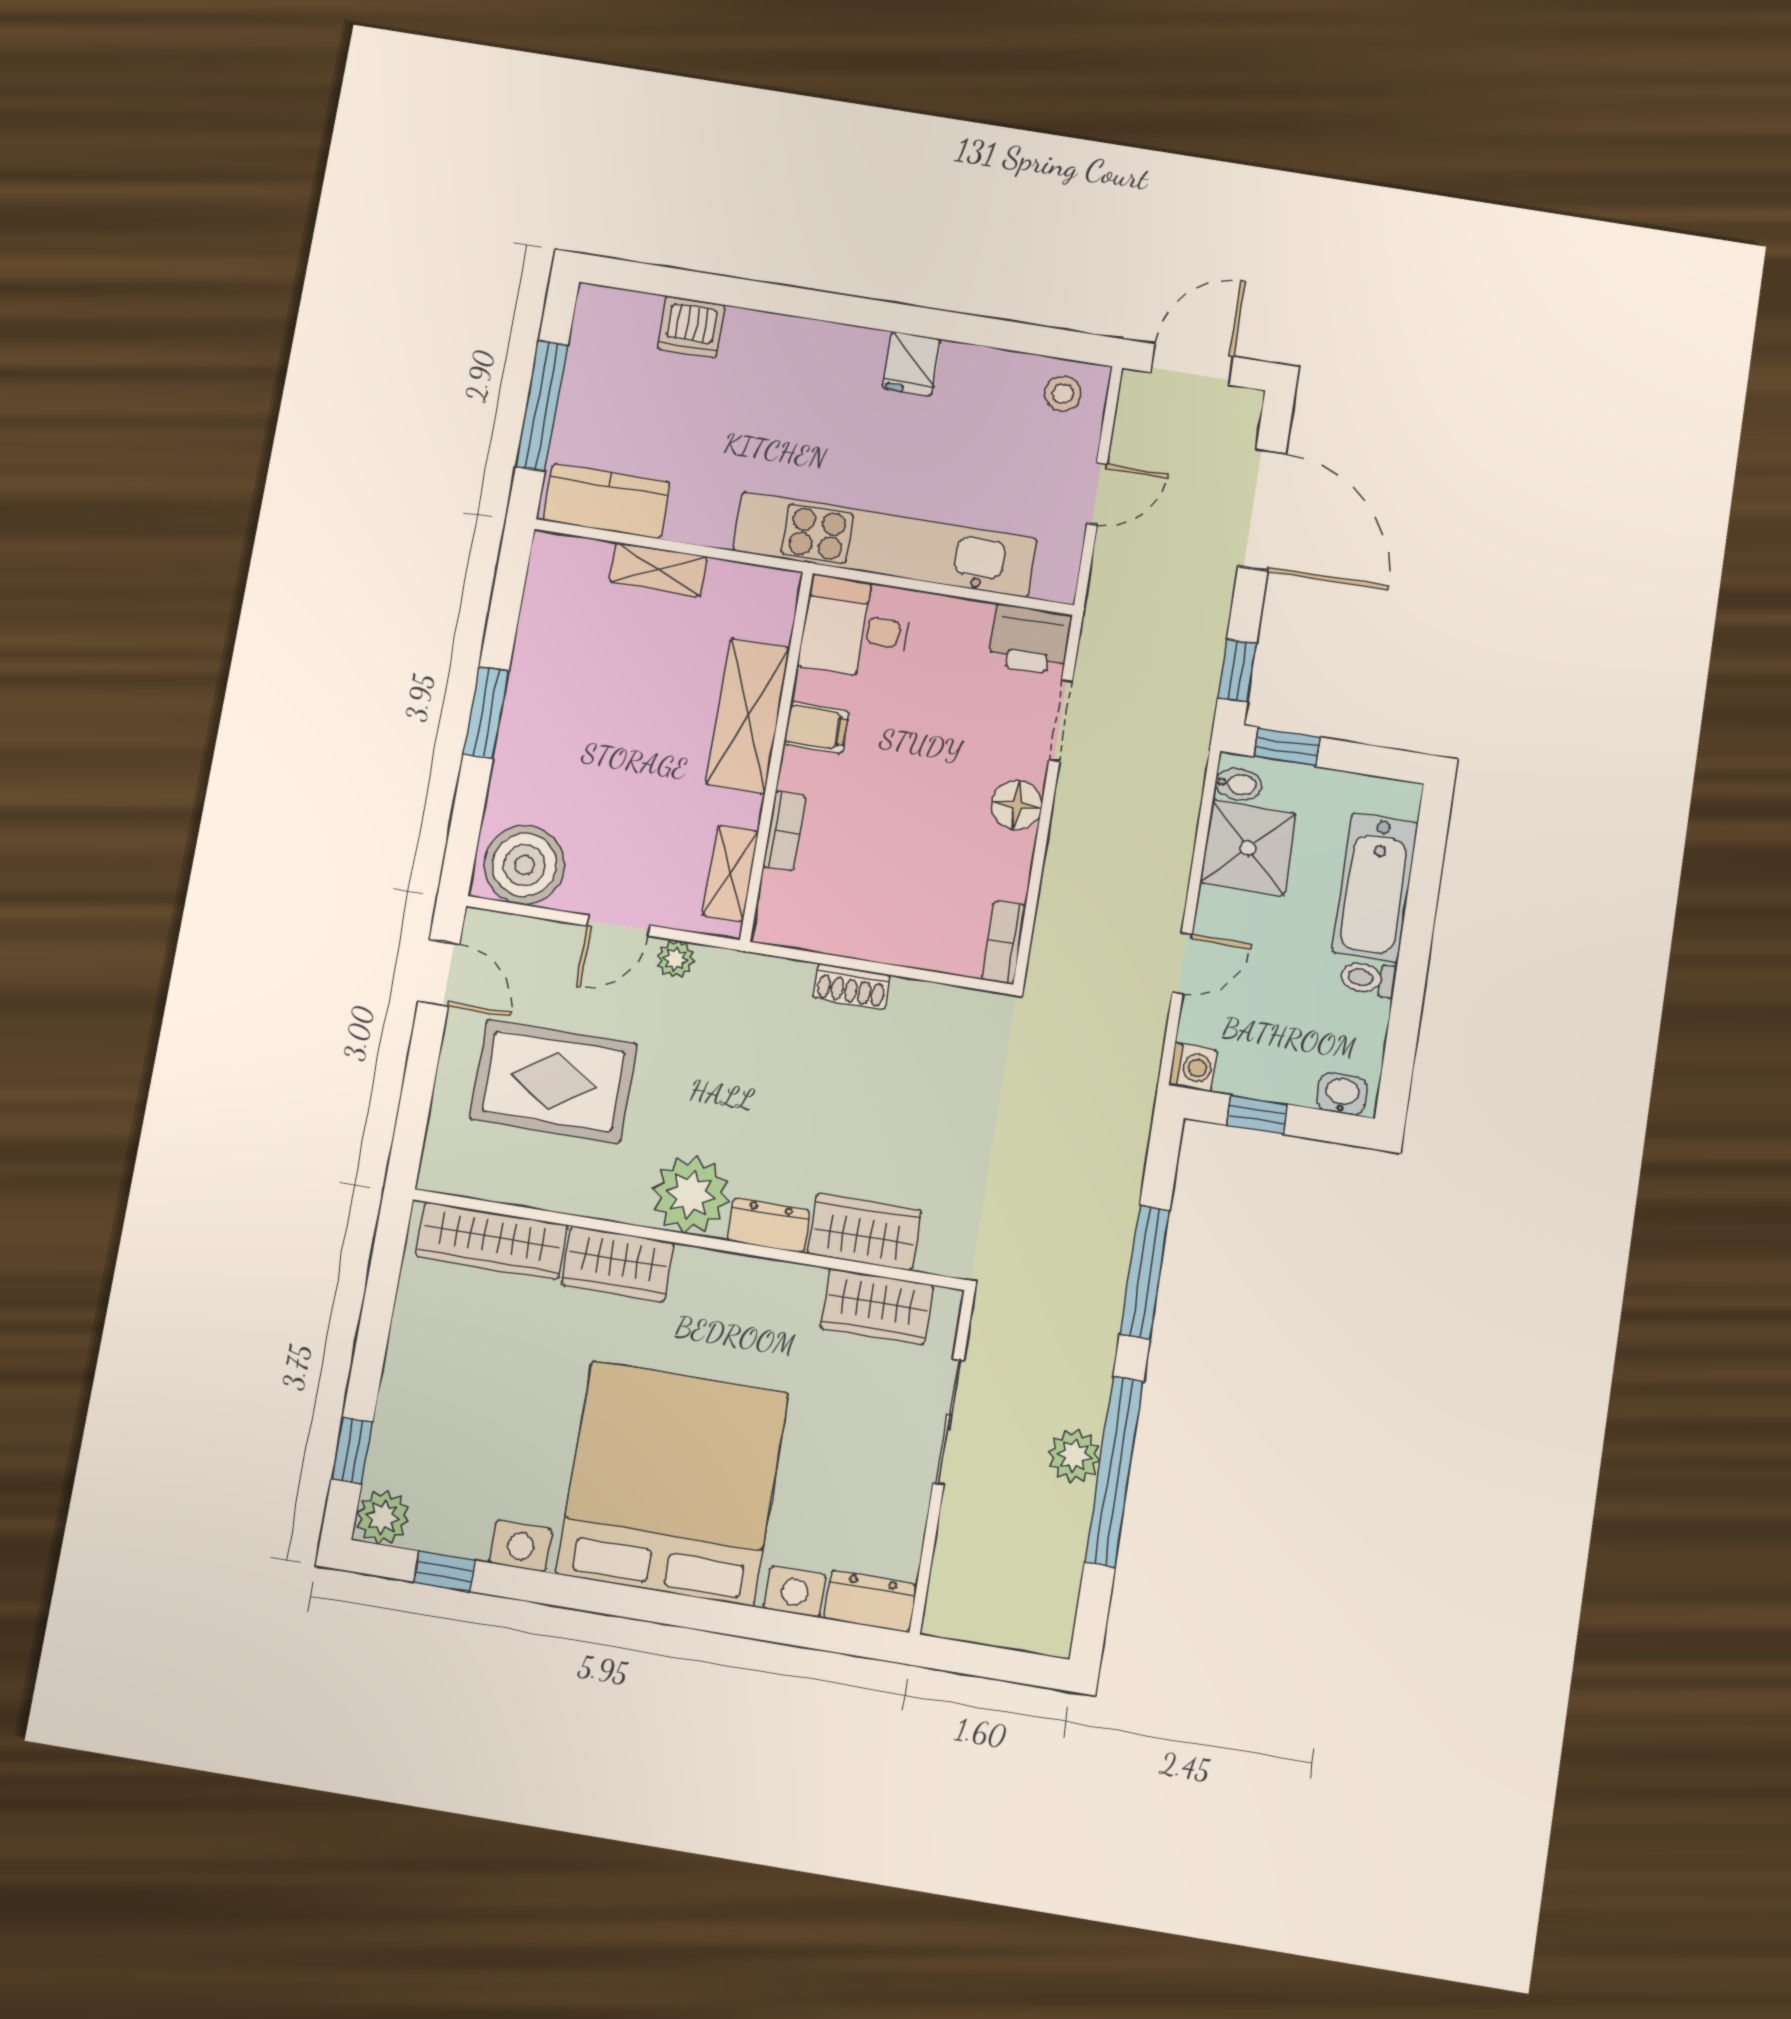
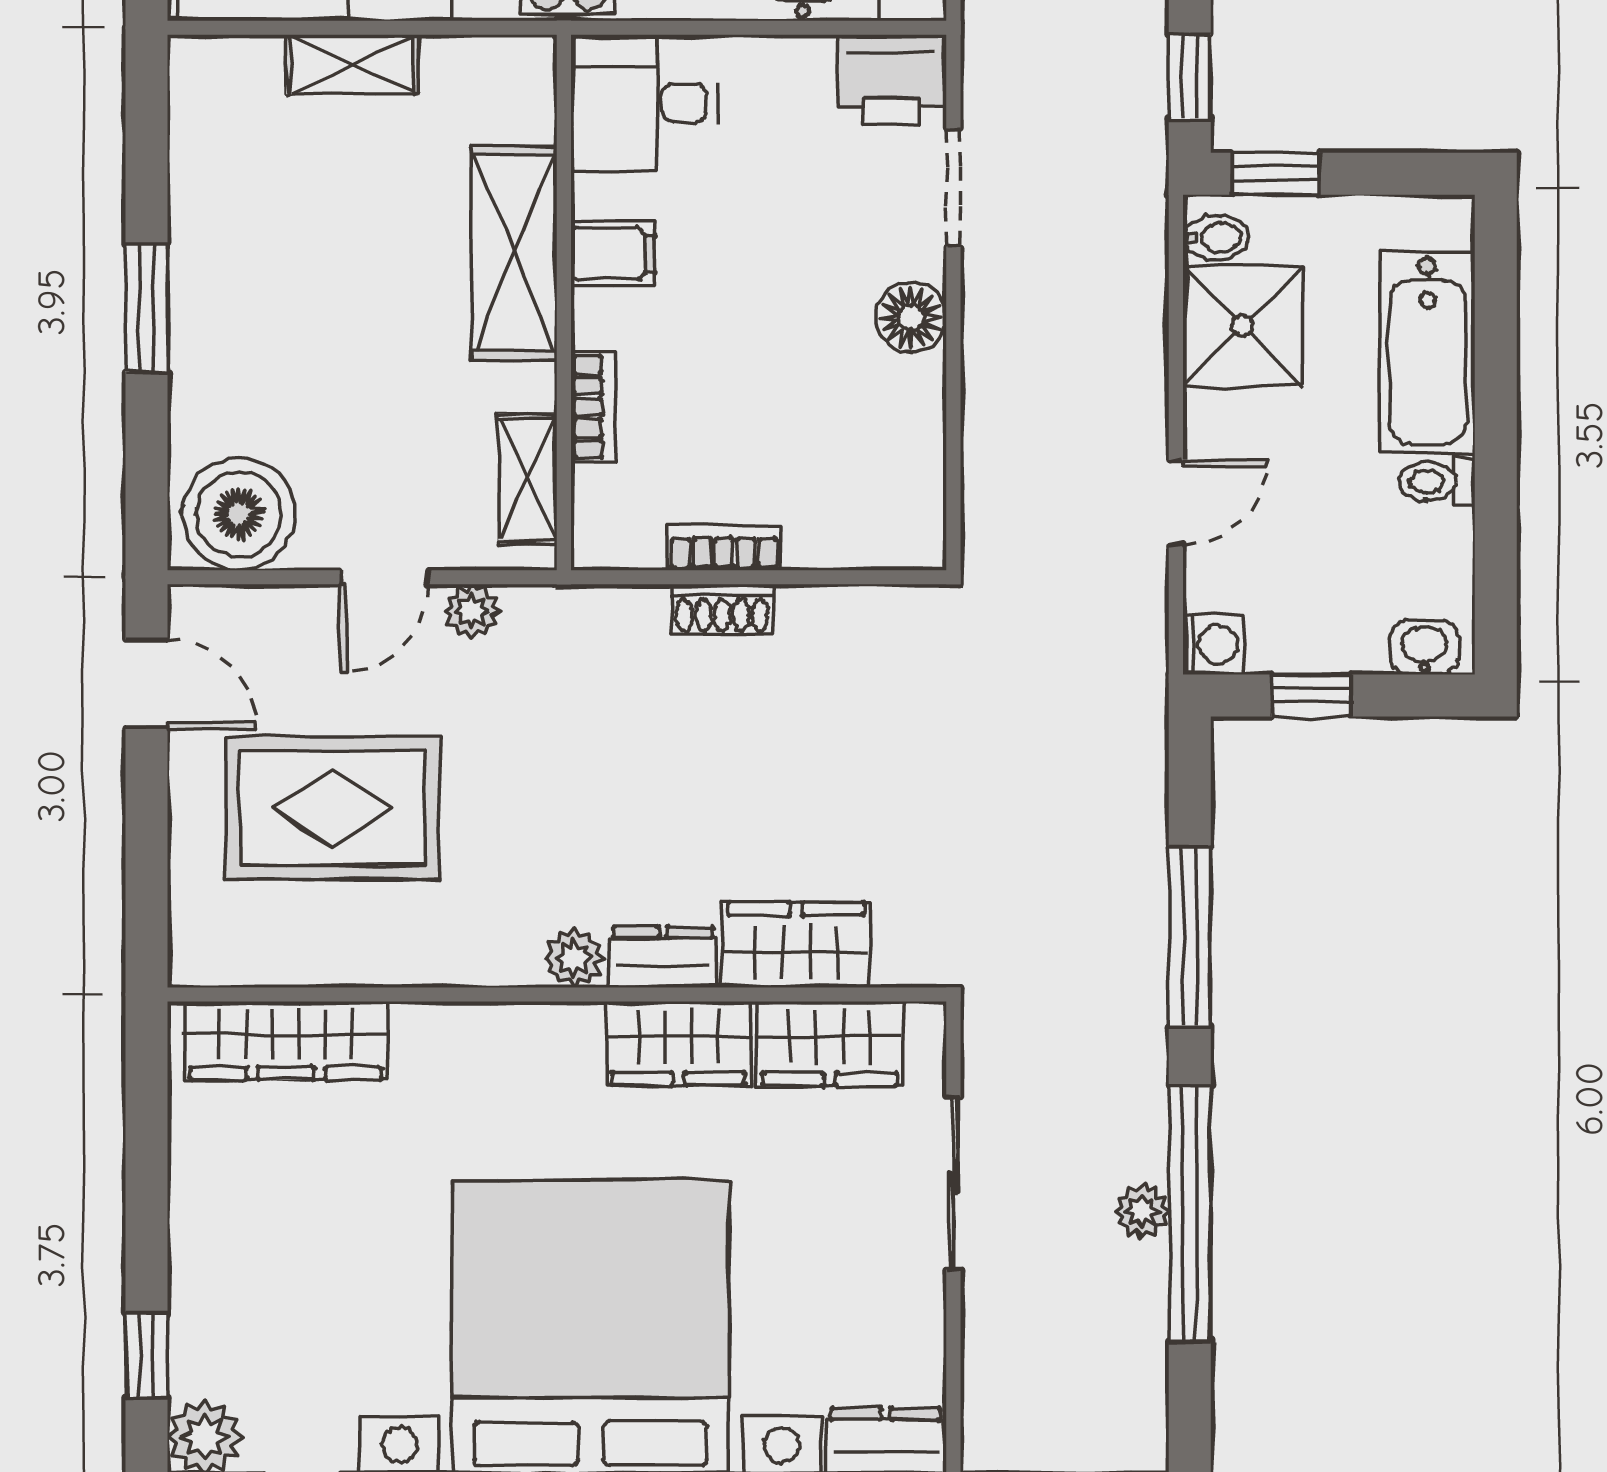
bookcase: (1004, 942) -> (724, 548), moved, turned 90
plant: (691, 1195) -> (574, 958), width x0.53, depth x0.53
wardrobe: (618, 1264) -> (679, 1043), moved
plant: (1074, 1456) -> (1142, 1211), width x0.73, depth x0.73

